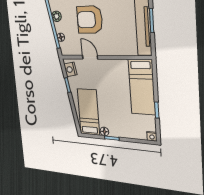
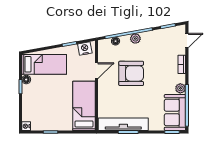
armchair: (90, 20) -> (131, 73), turned 90
bed: (142, 87) -> (84, 106), moved, turned 90

